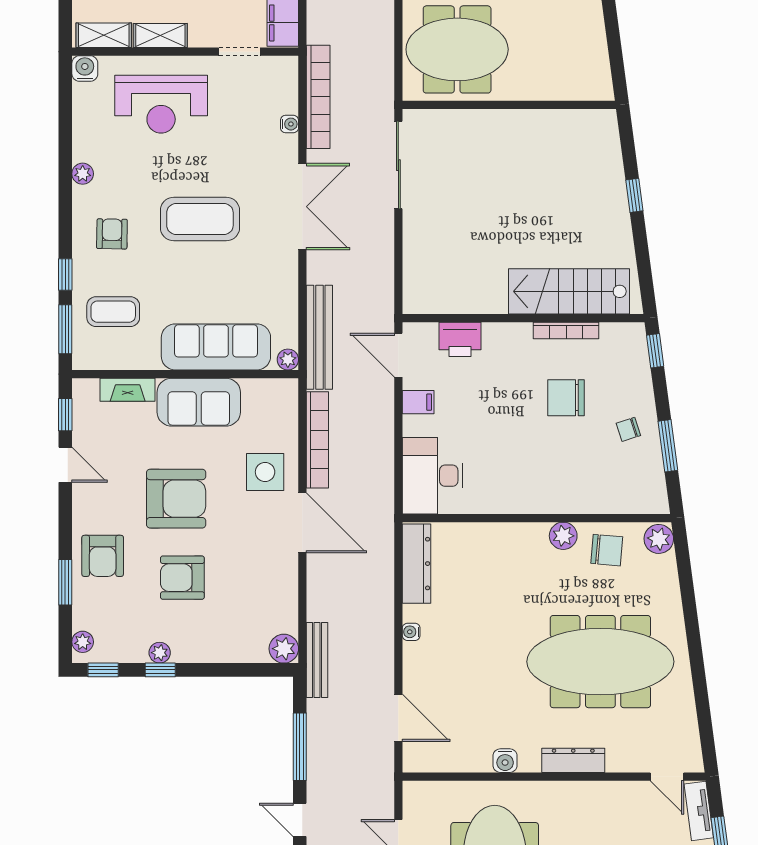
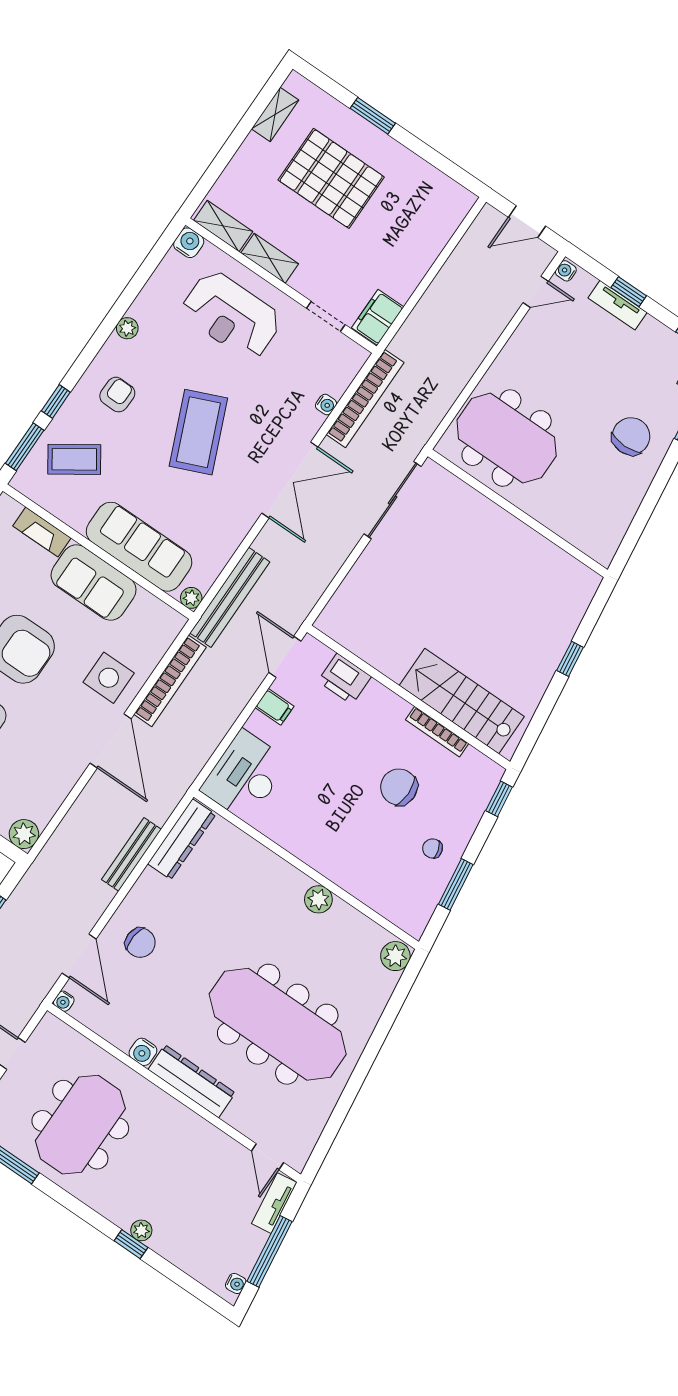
coffee table: (200, 219) -> (198, 432), turned 67
coffee table: (113, 312) -> (74, 459), turned -34
chair: (607, 550) -> (140, 943), moved
water cooler: (411, 632) -> (64, 1001), moved, turned -90
bench: (317, 660) -> (131, 854), moved
dresser: (573, 760) -> (192, 1081), width x1.37, depth x1.24

